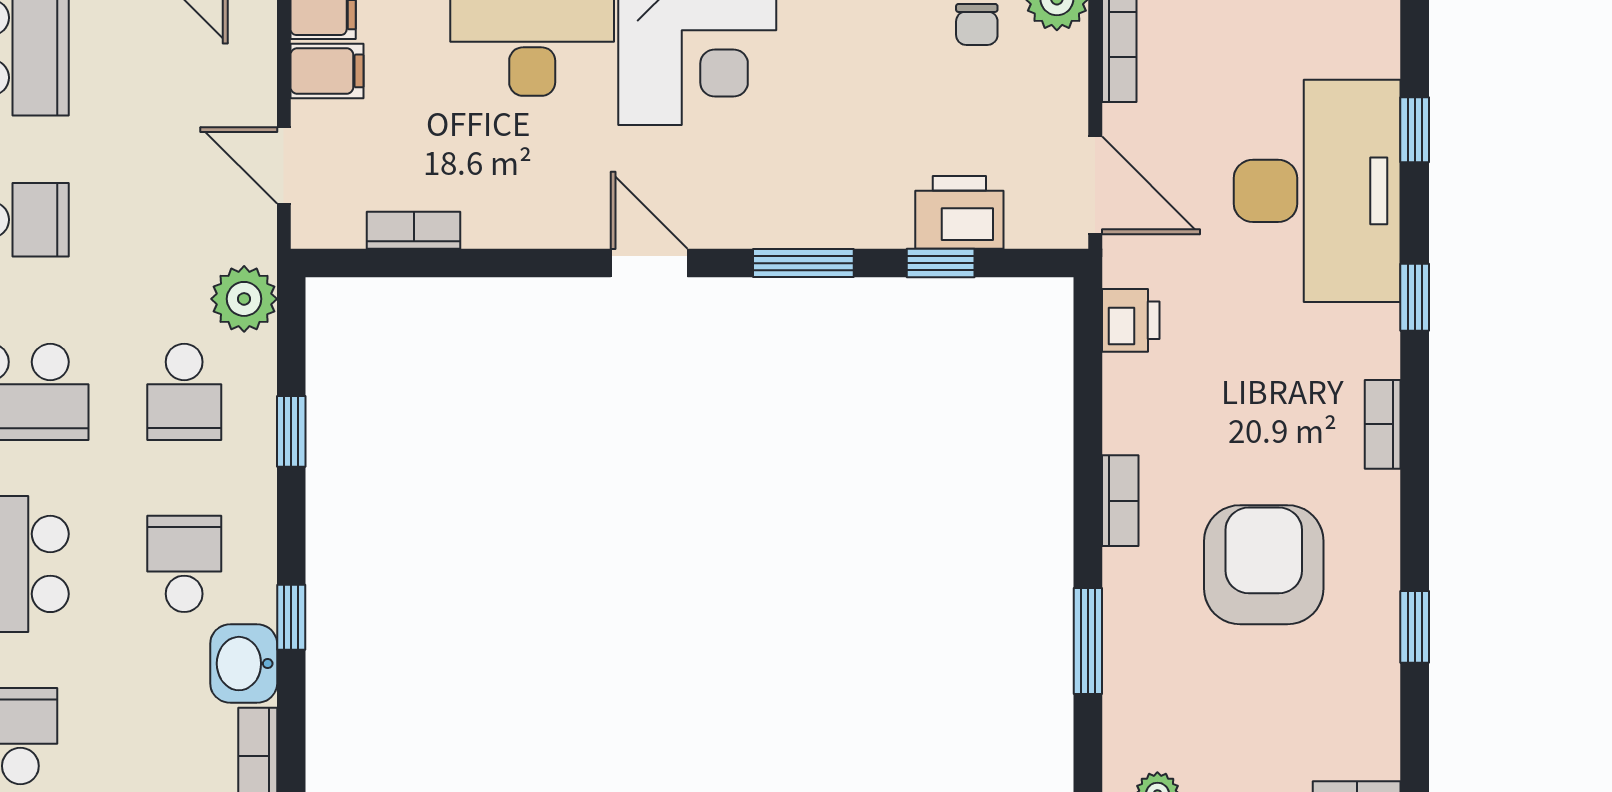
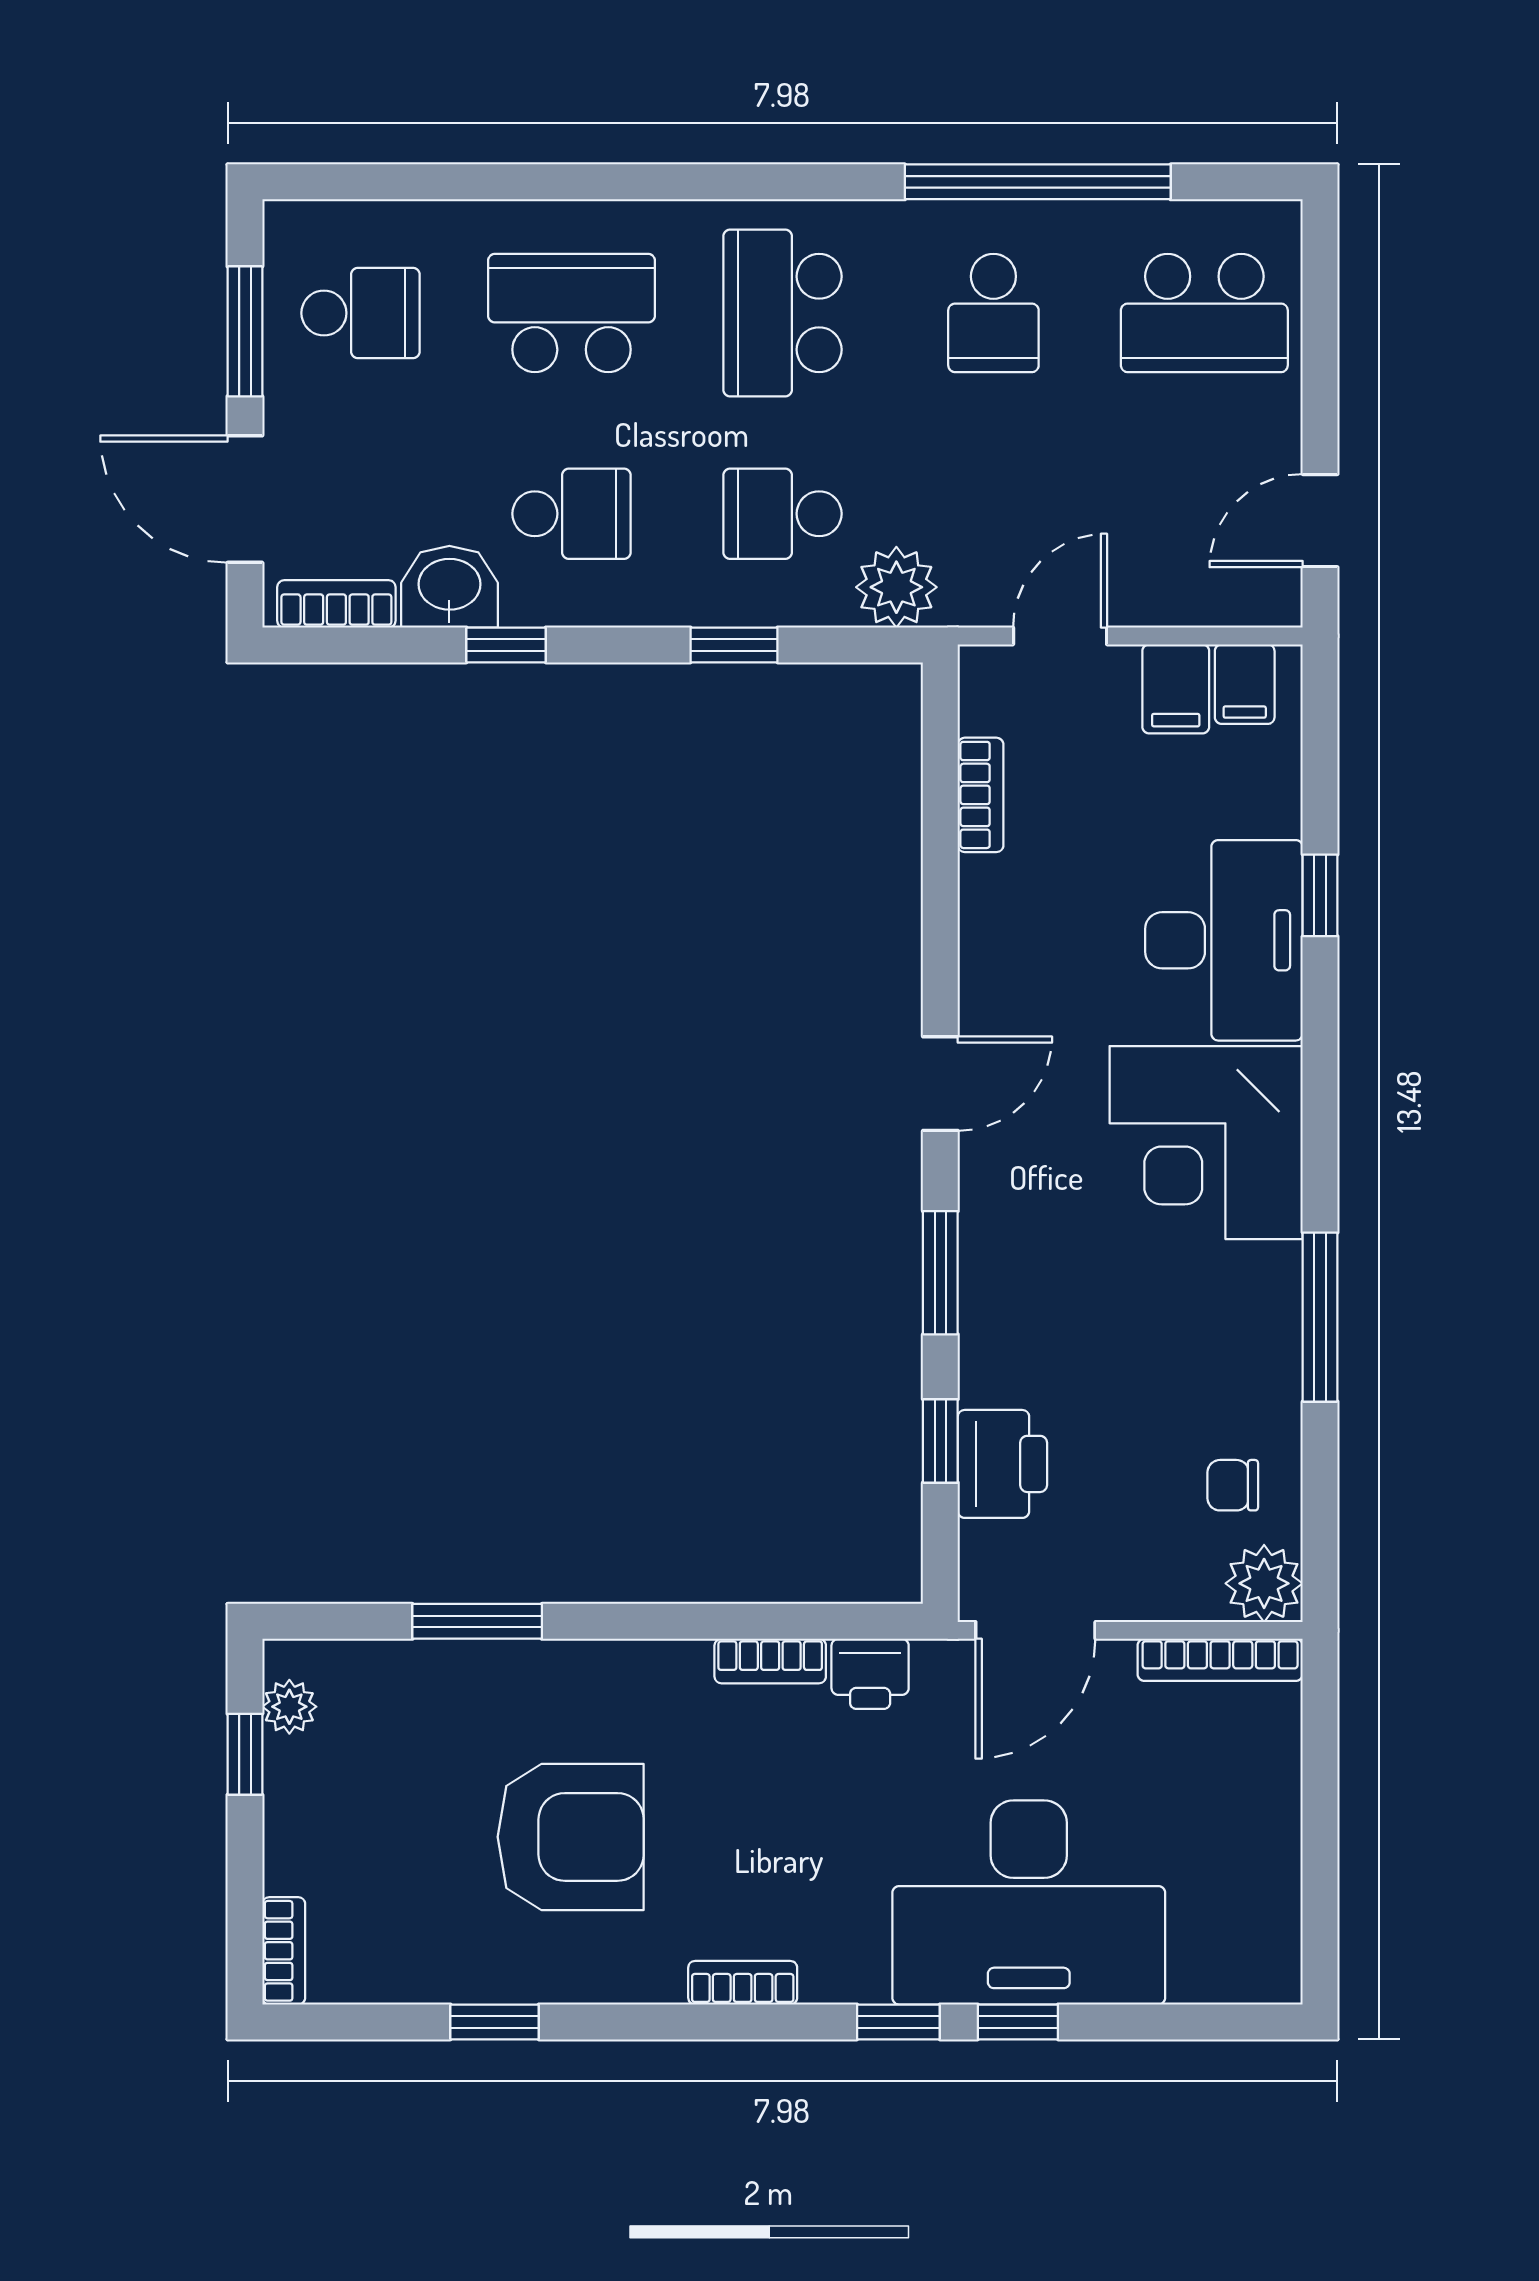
window: (1415, 130) -> (1018, 2022), moved
bookcase: (1120, 501) -> (770, 1661), moved

